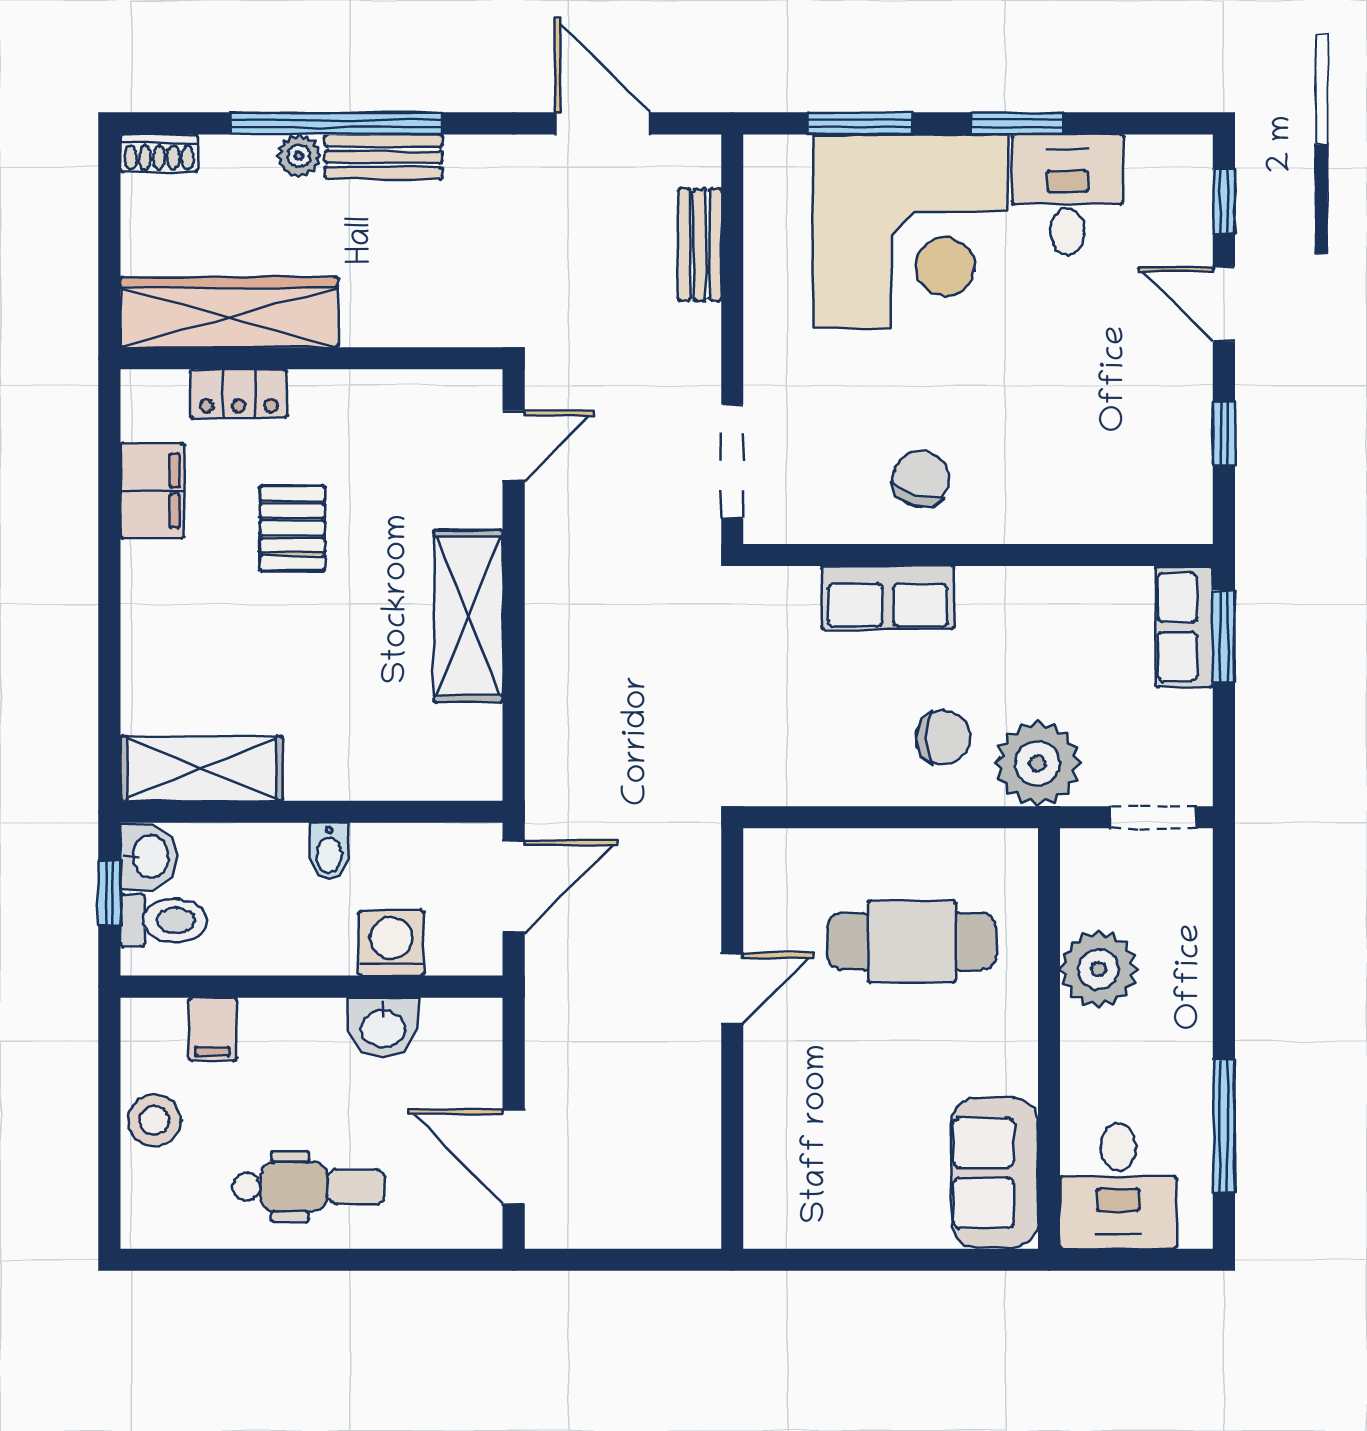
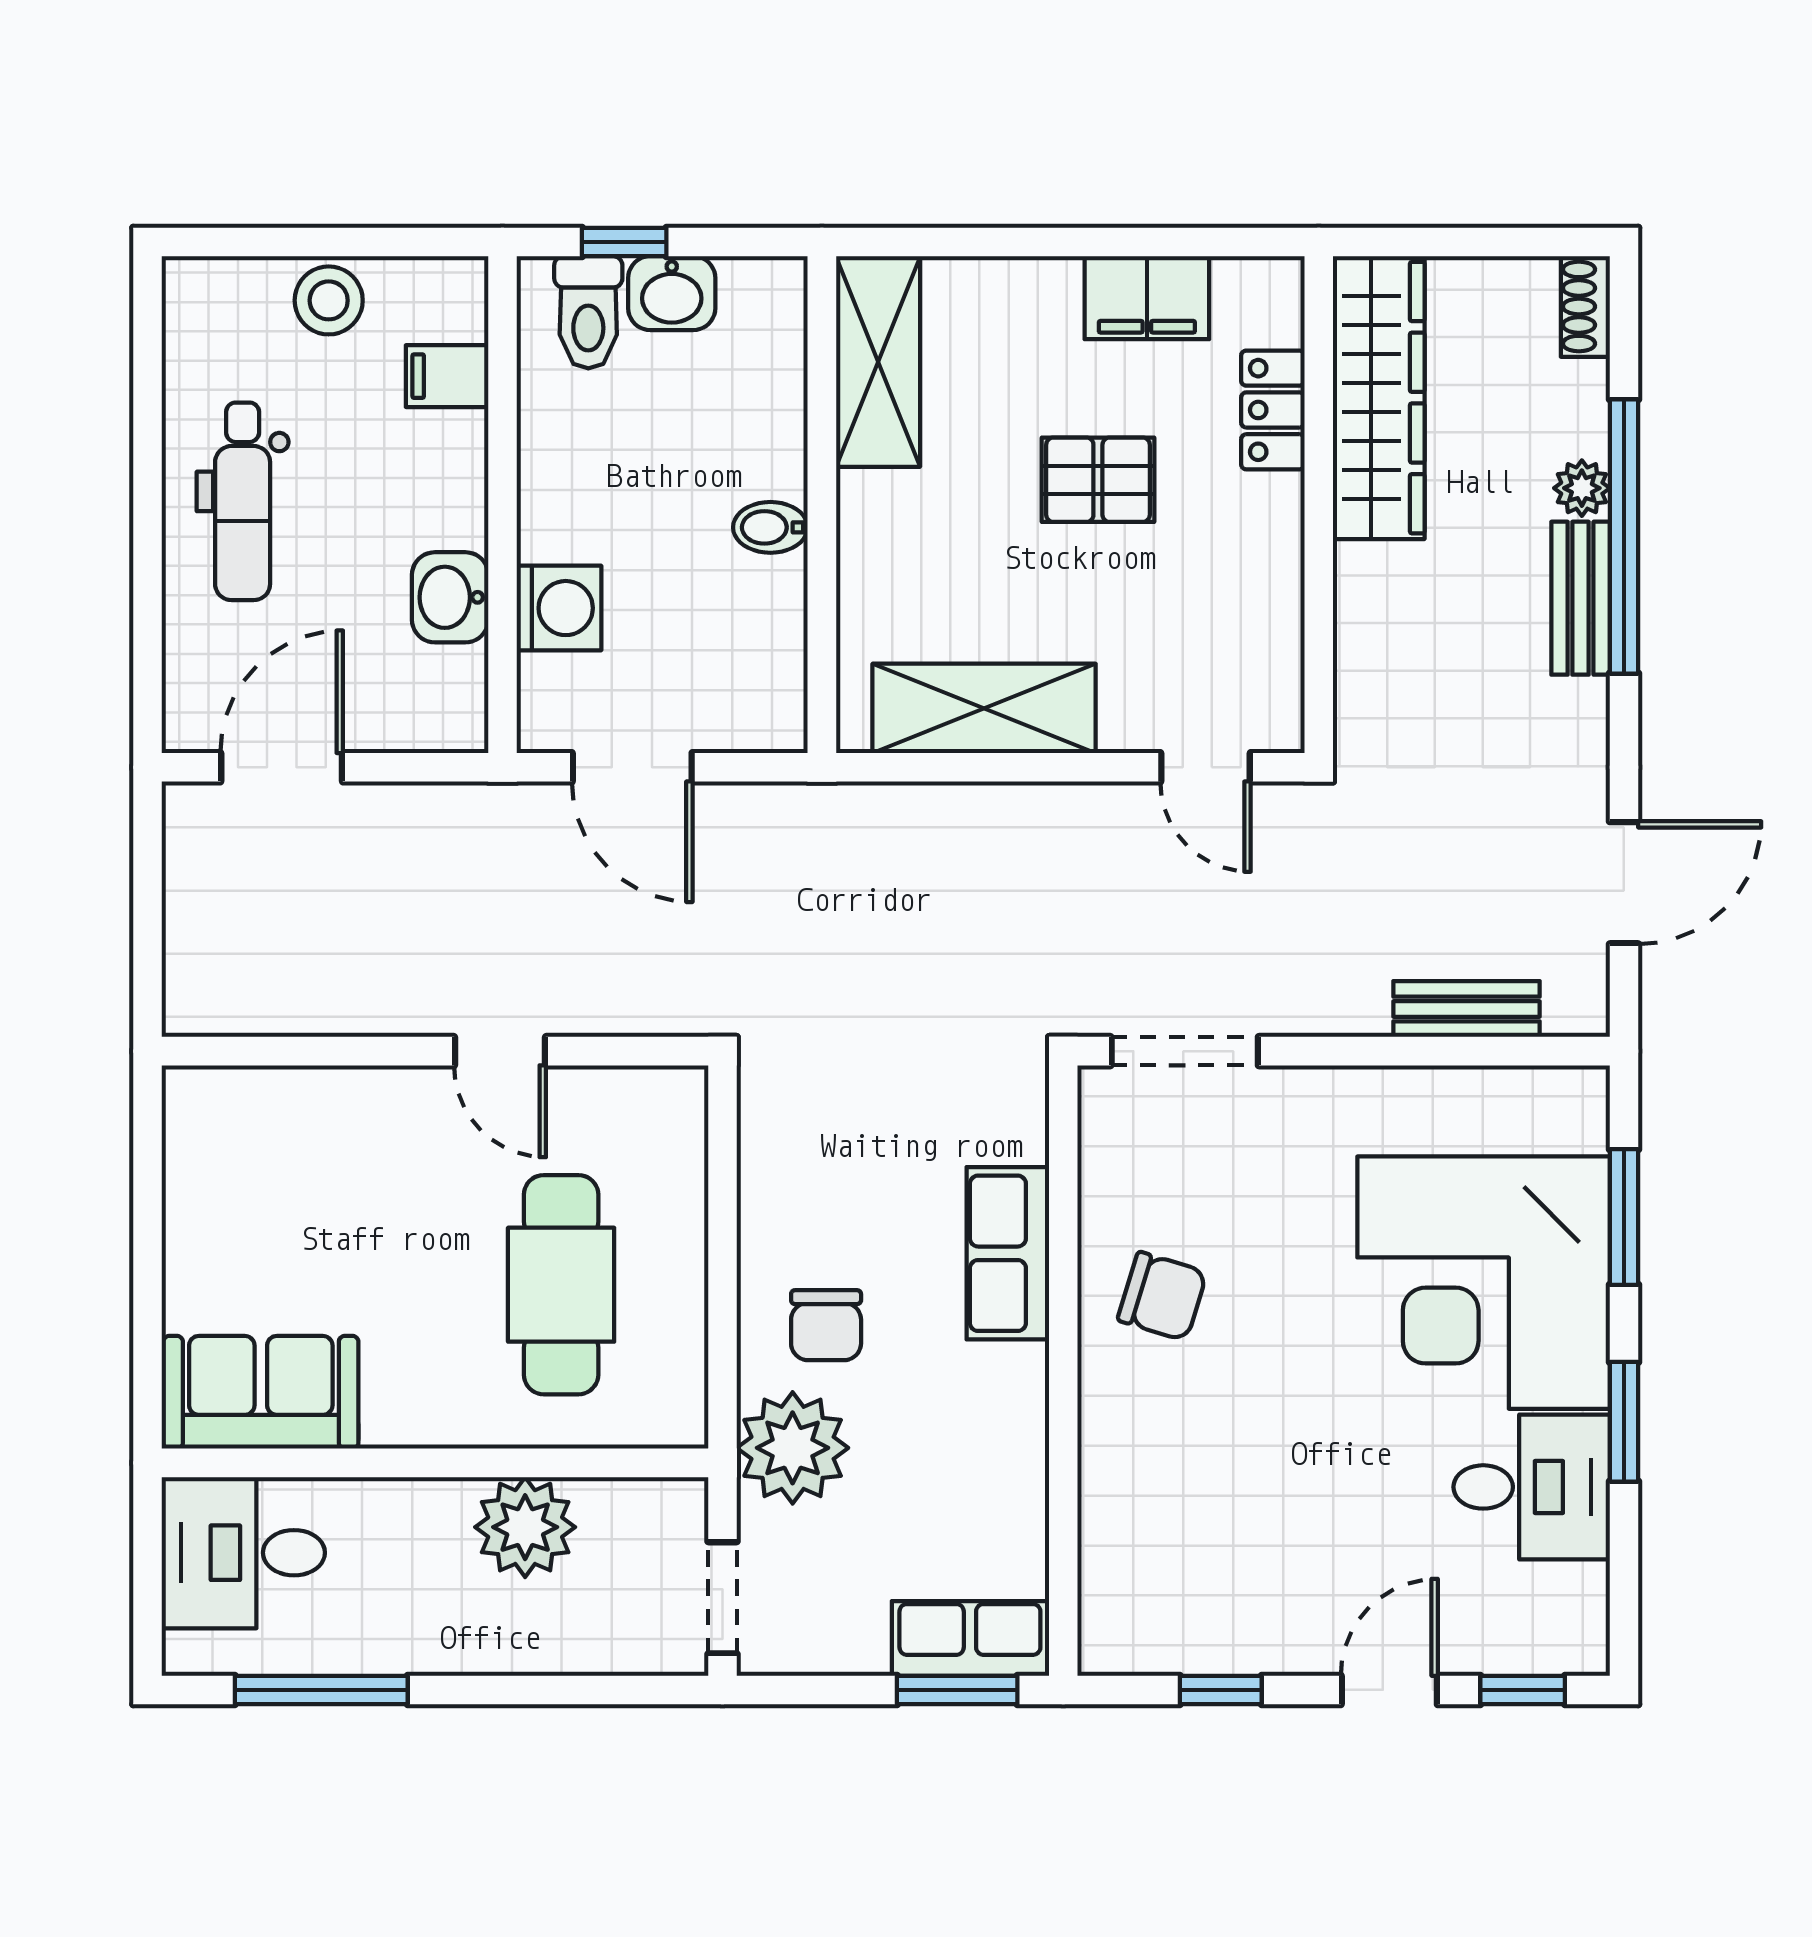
shelving: (202, 769) -> (878, 362), moved
wall: (312, 812) -> (822, 505), moved
bidet: (329, 851) -> (770, 527), moved

